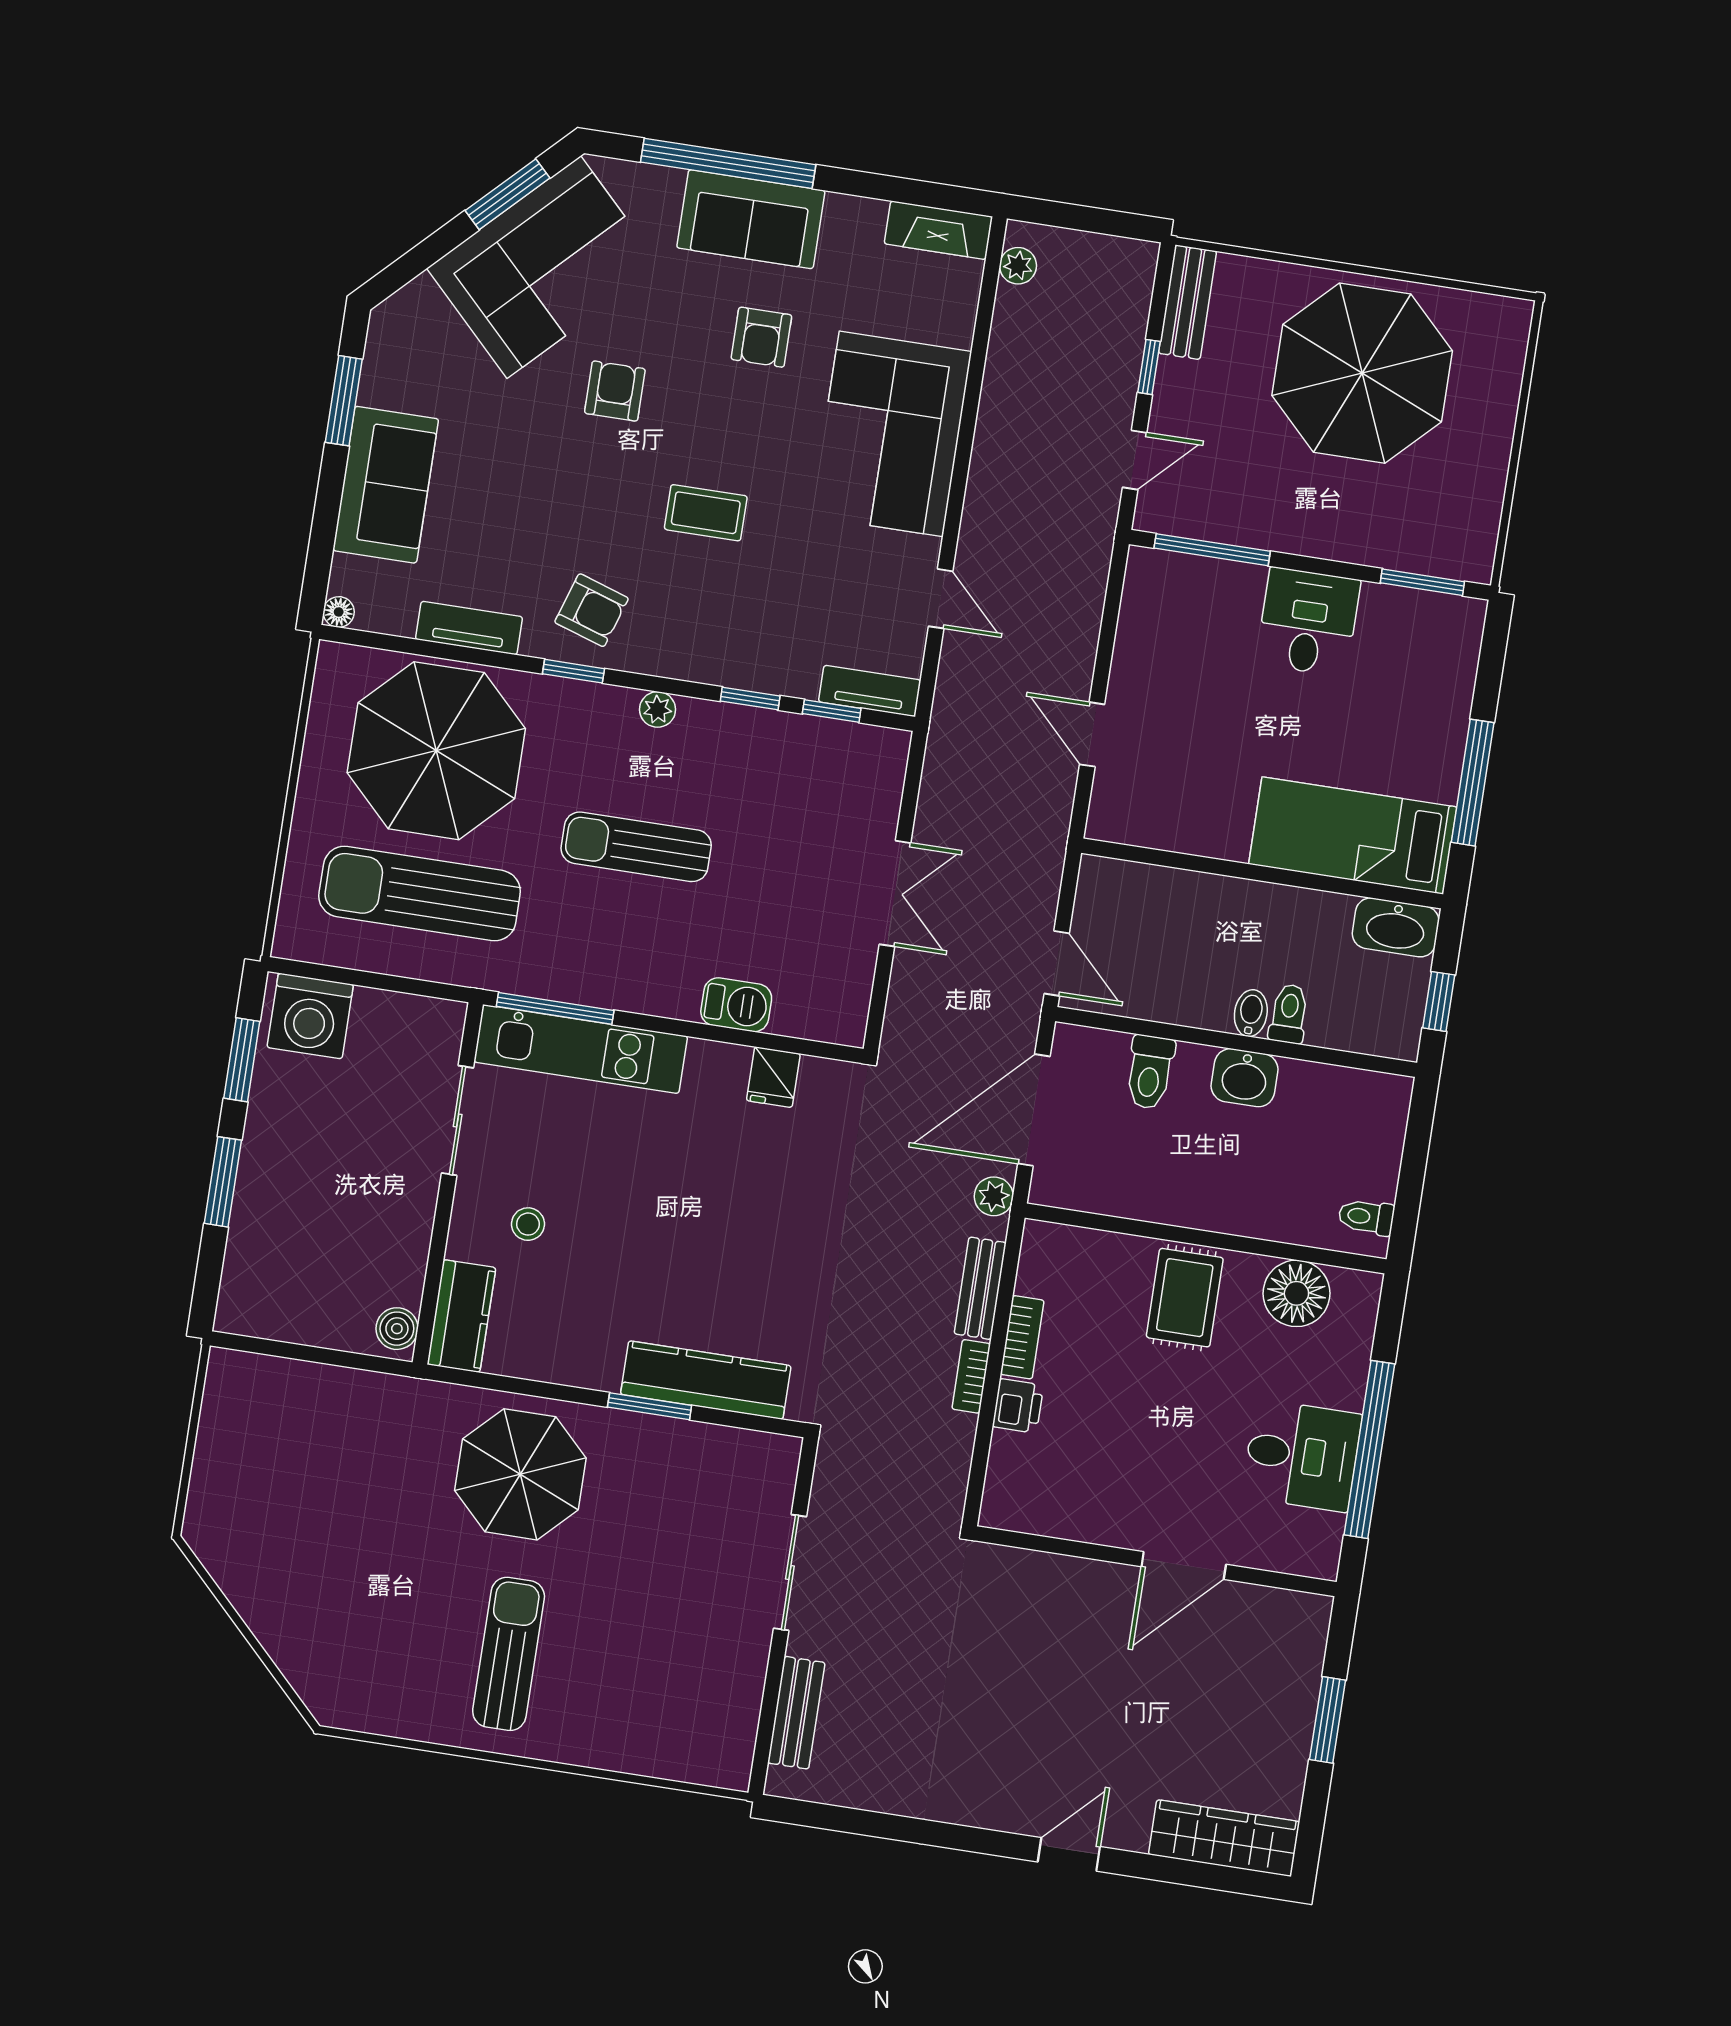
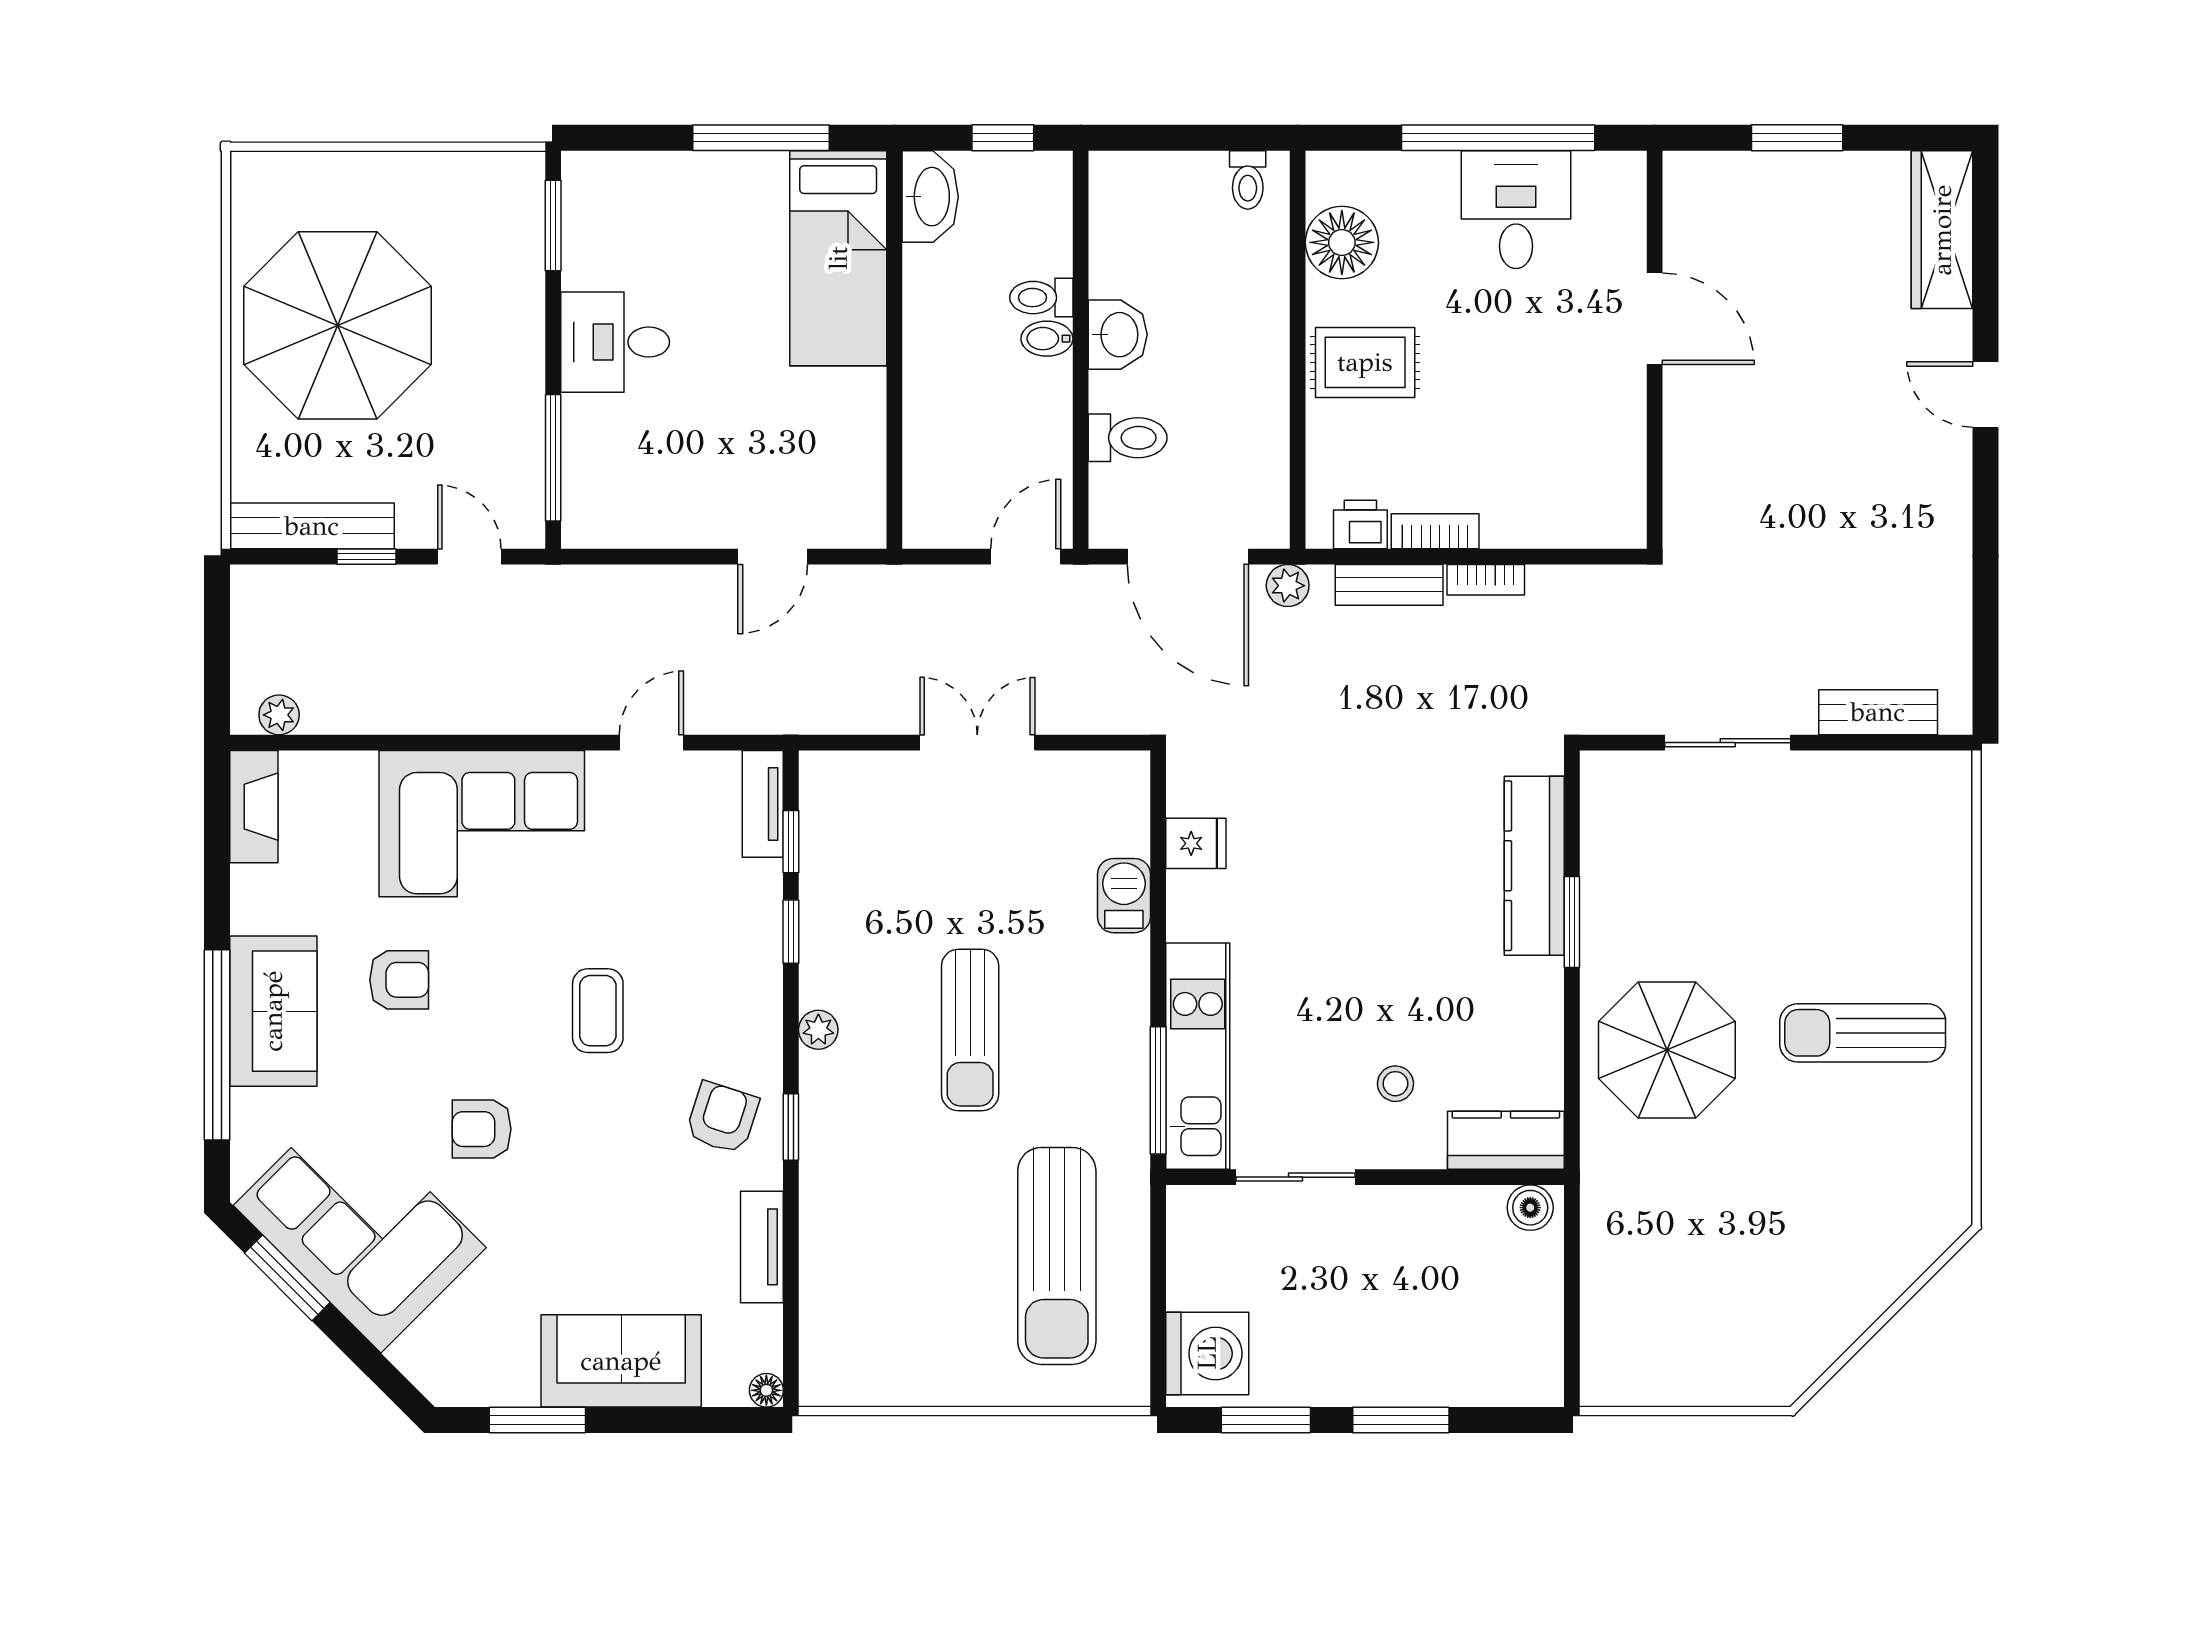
bench: (1187, 302) -> (312, 526), width x1.36
parasol: (436, 751) -> (900, 1262), removed
printer: (1018, 1406) -> (1360, 524), moved

